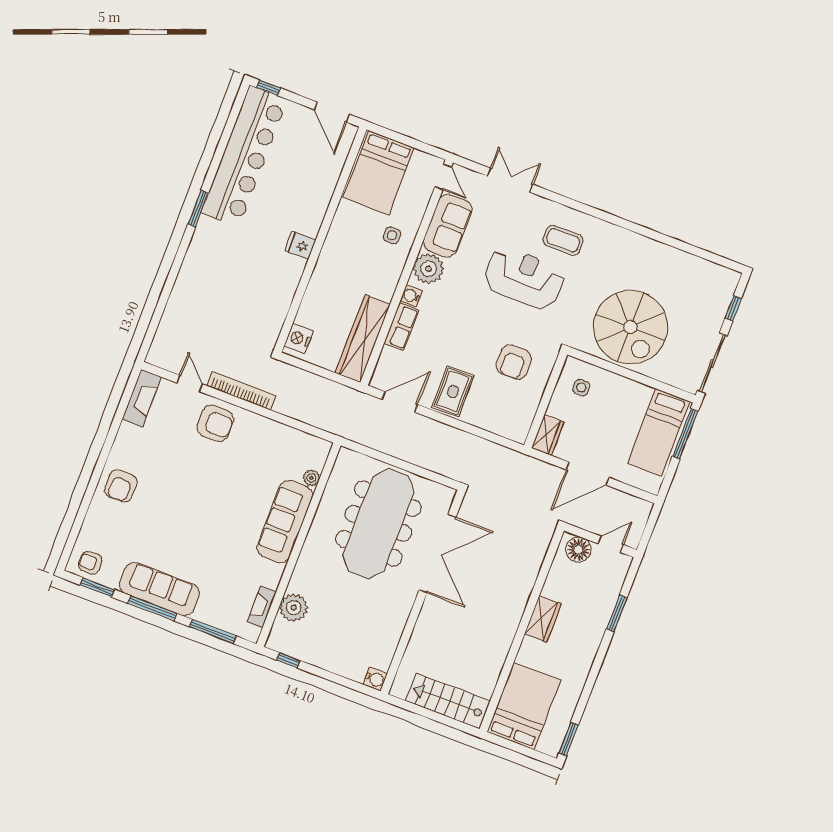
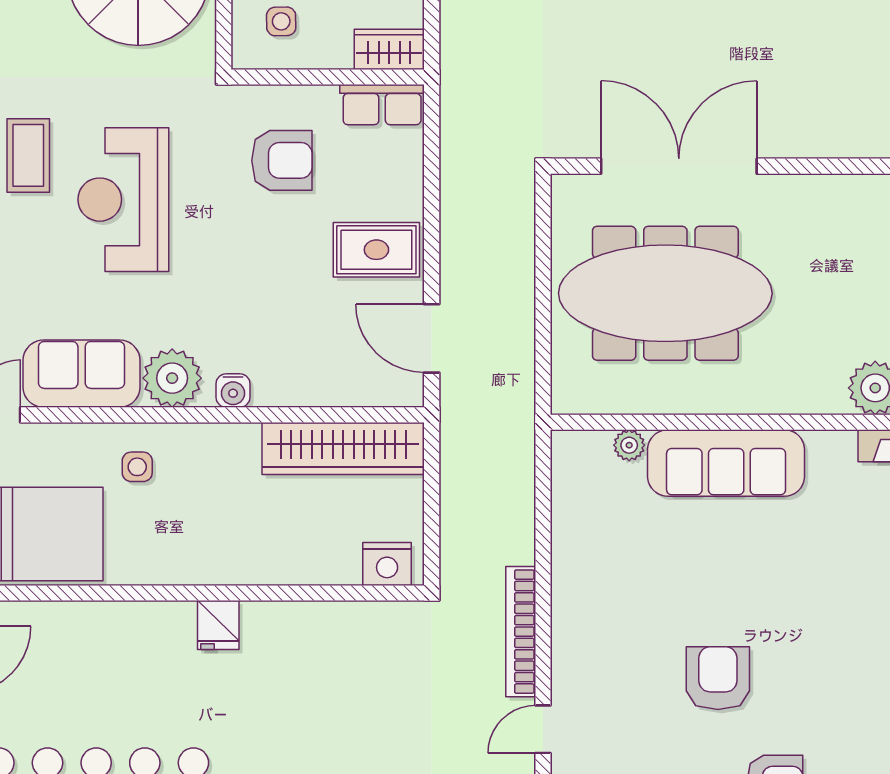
row of seats: (401, 327) -> (382, 105), moved, turned 180
armchair: (215, 423) -> (718, 678), moved

